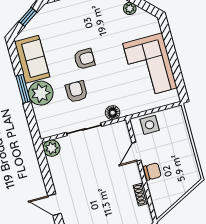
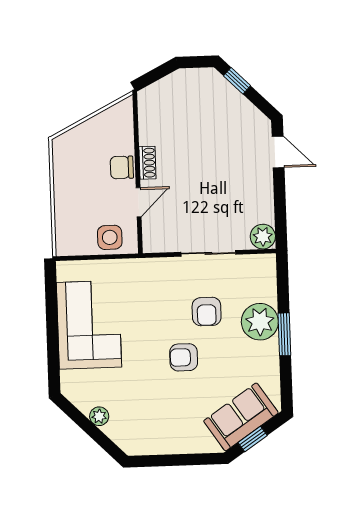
sofa: (32, 59) -> (241, 417), moved, turned 56
floor lamp: (113, 113) -> (160, 268), removed
shoe rack: (141, 194) -> (147, 163), moved

